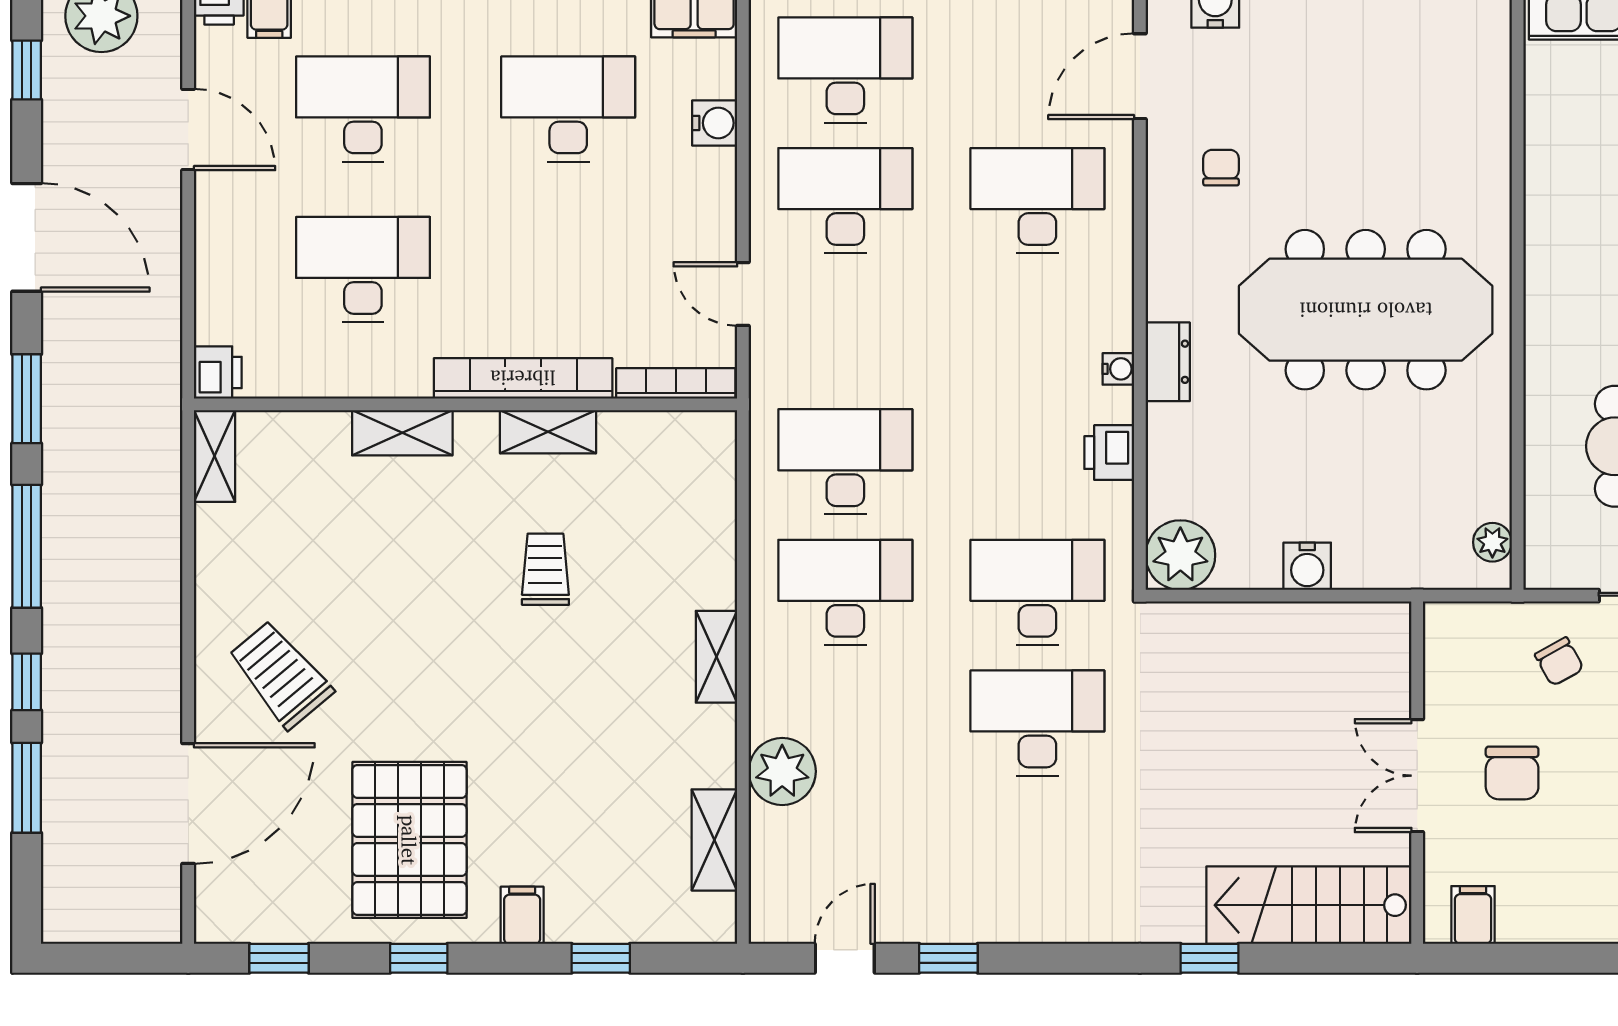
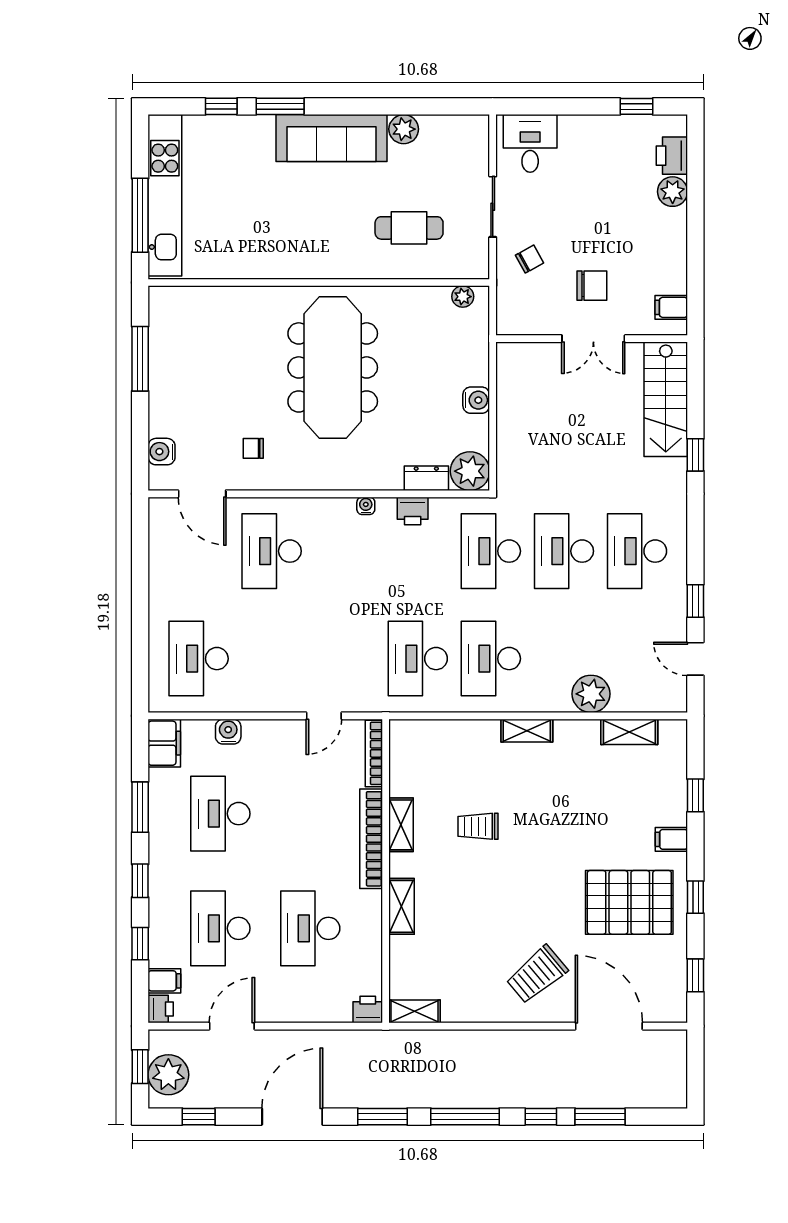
desk: (845, 201) -> (637, 551), moved
dresser: (1168, 362) -> (426, 478), moved

